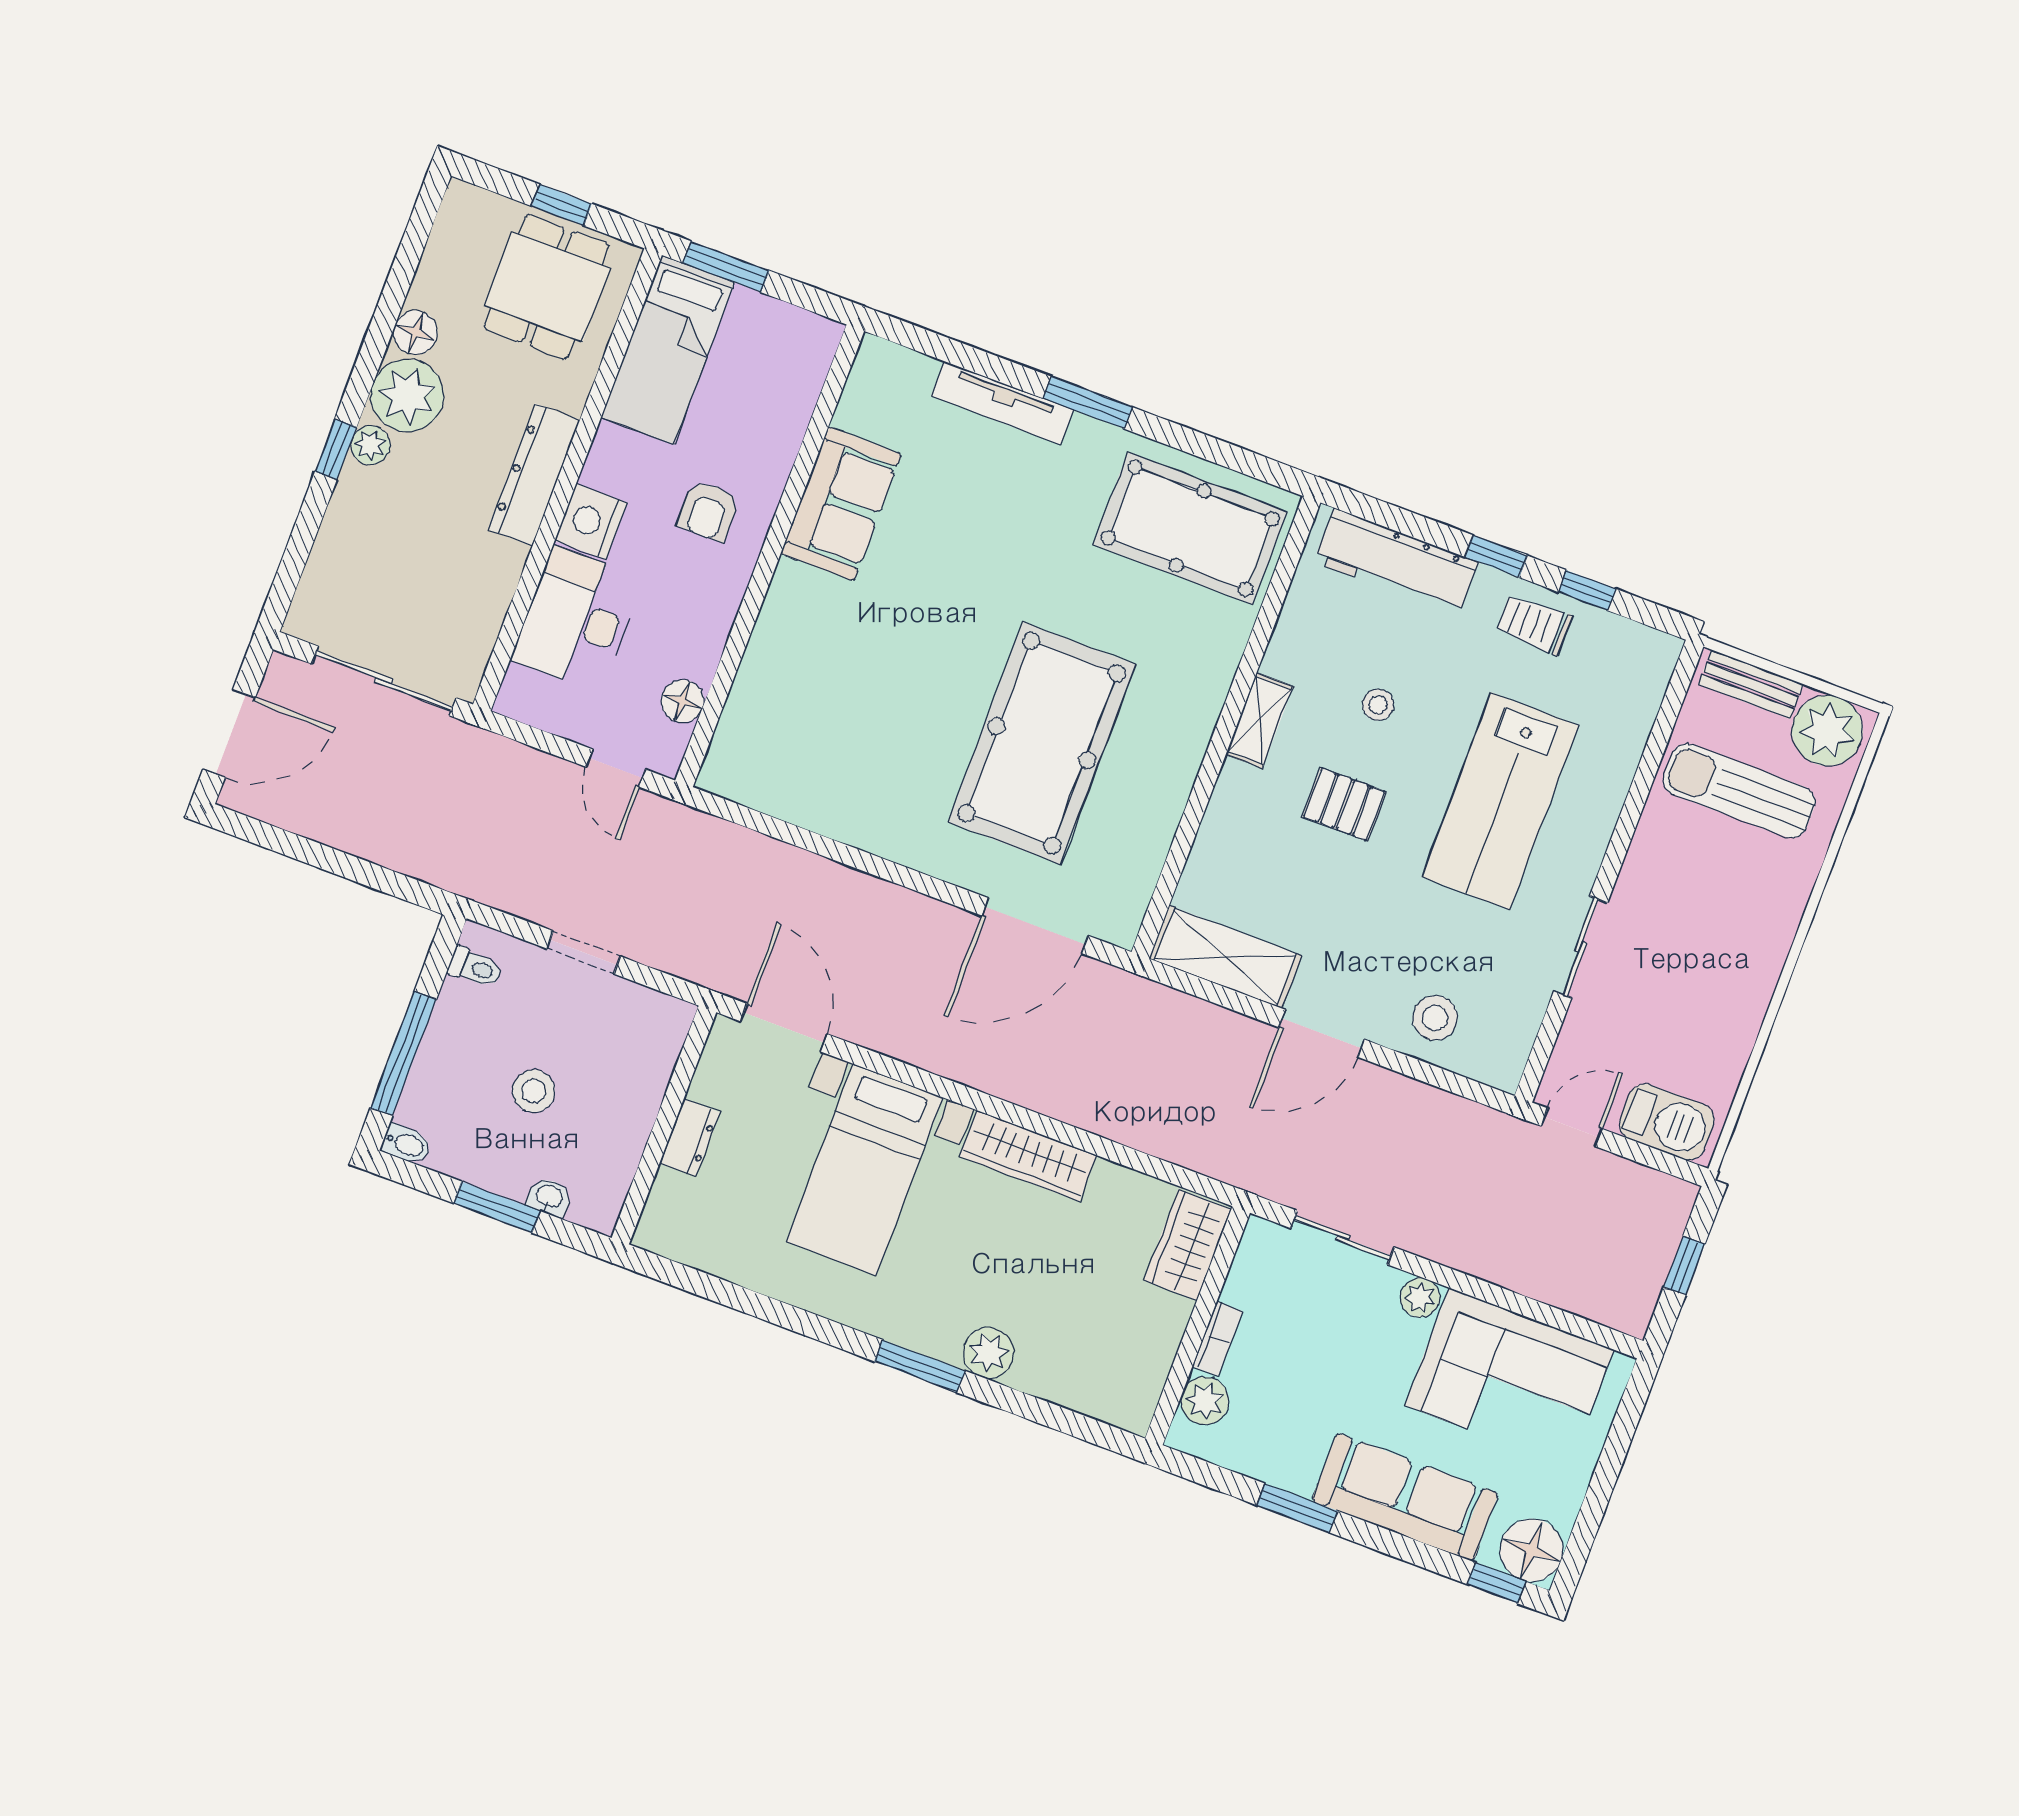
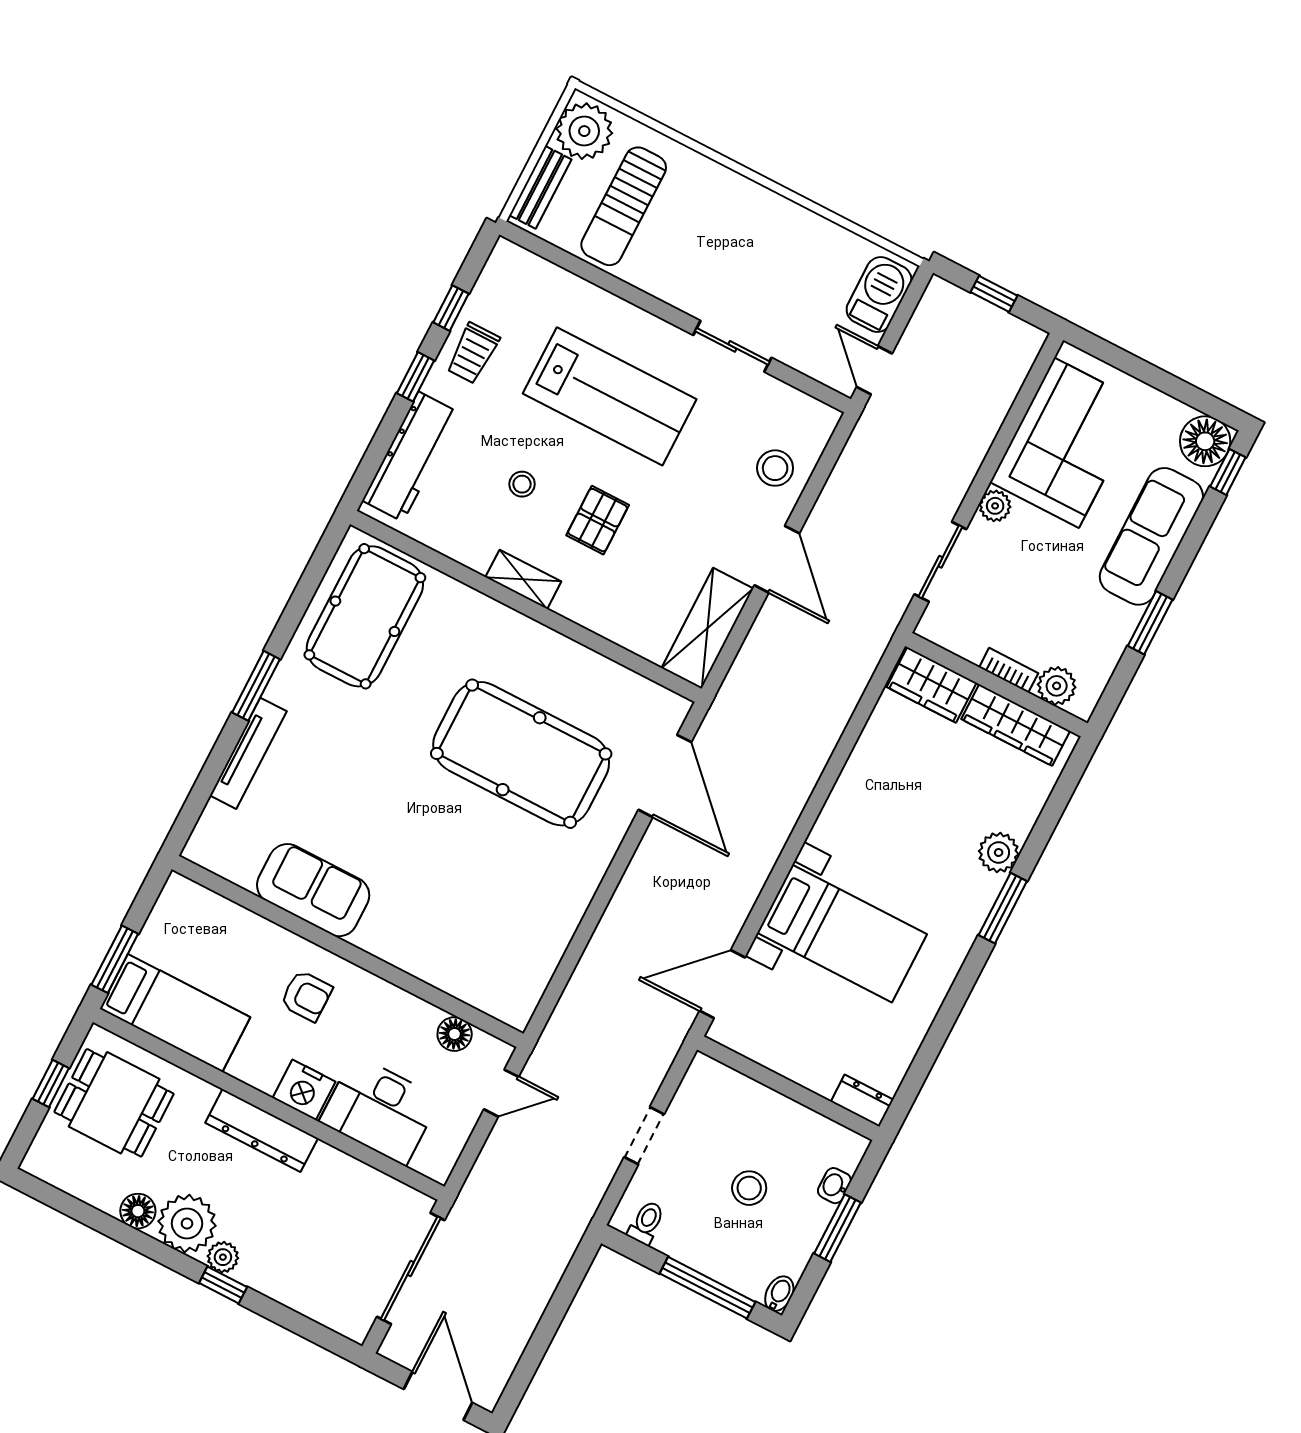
dresser: (690, 1138) -> (862, 1101), moved
wardrobe: (1028, 1156) -> (1016, 725), moved, turned 90

